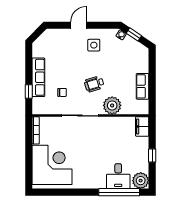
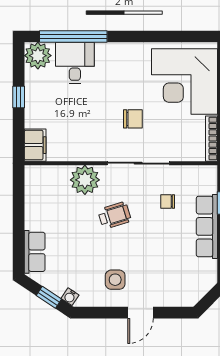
row of seats: (143, 86) -> (35, 252), moved
chair: (83, 142) -> (133, 119), added

